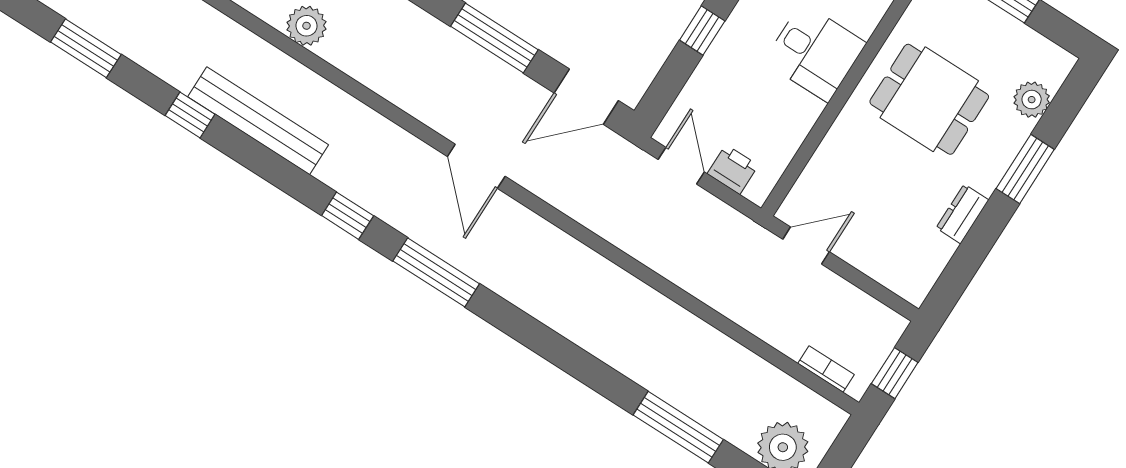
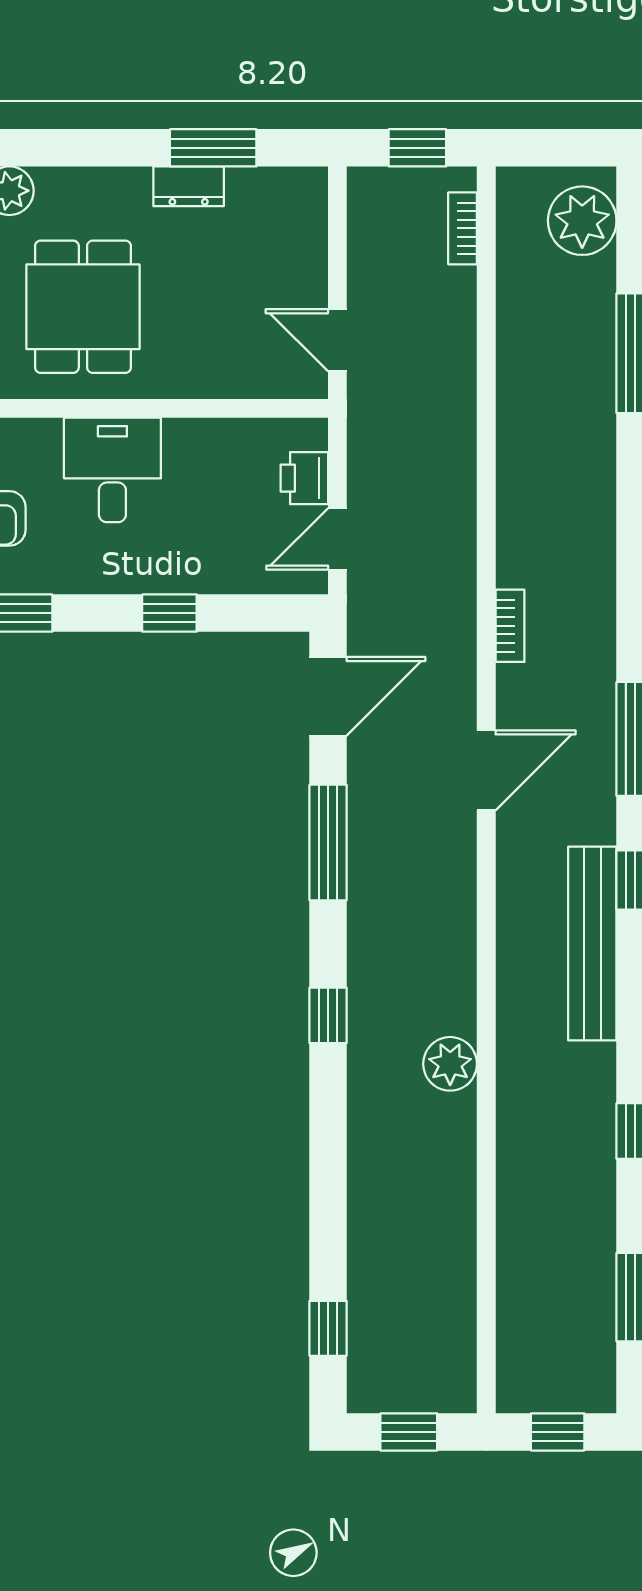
door: (586, 97) -> (328, 696), hinge flipped
bench: (258, 121) -> (592, 944), moved
window: (1025, 169) -> (213, 148), moved
bookcase: (557, 239) -> (510, 626), added

